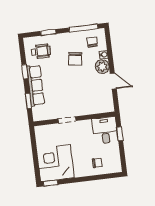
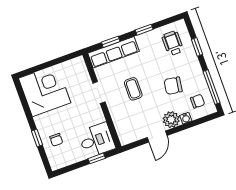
wheelchair: (41, 51) -> (173, 43), turned 180
row of seats: (35, 86) -> (114, 52), moved
coffee table: (70, 91) -> (133, 89), added
window: (51, 183) -> (37, 138), moved

